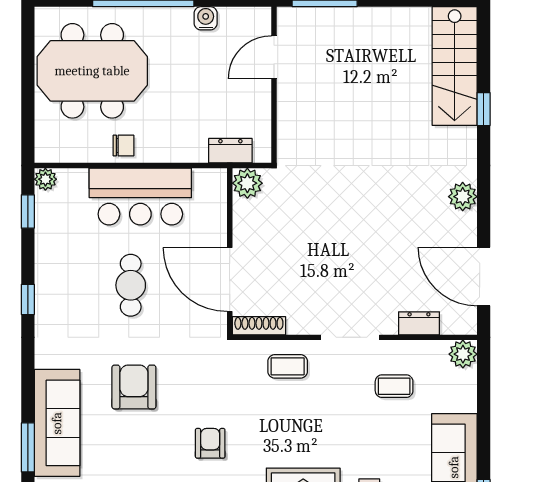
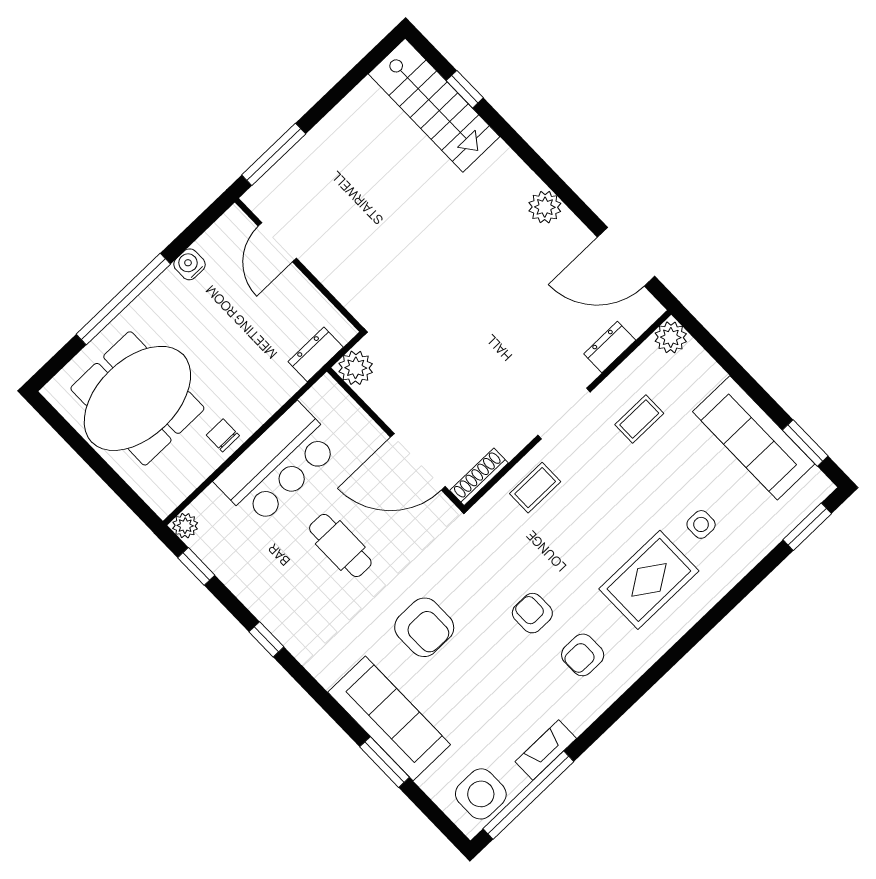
window: (484, 109) -> (465, 89), moved
chair: (123, 145) -> (223, 435), turned -90
armchair: (134, 387) -> (424, 627), turned 180

